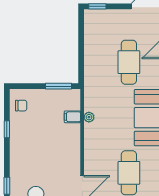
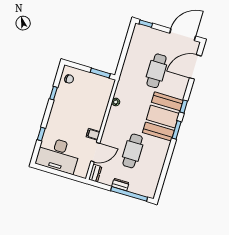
filing cabinet: (72, 117) -> (93, 134), moved

